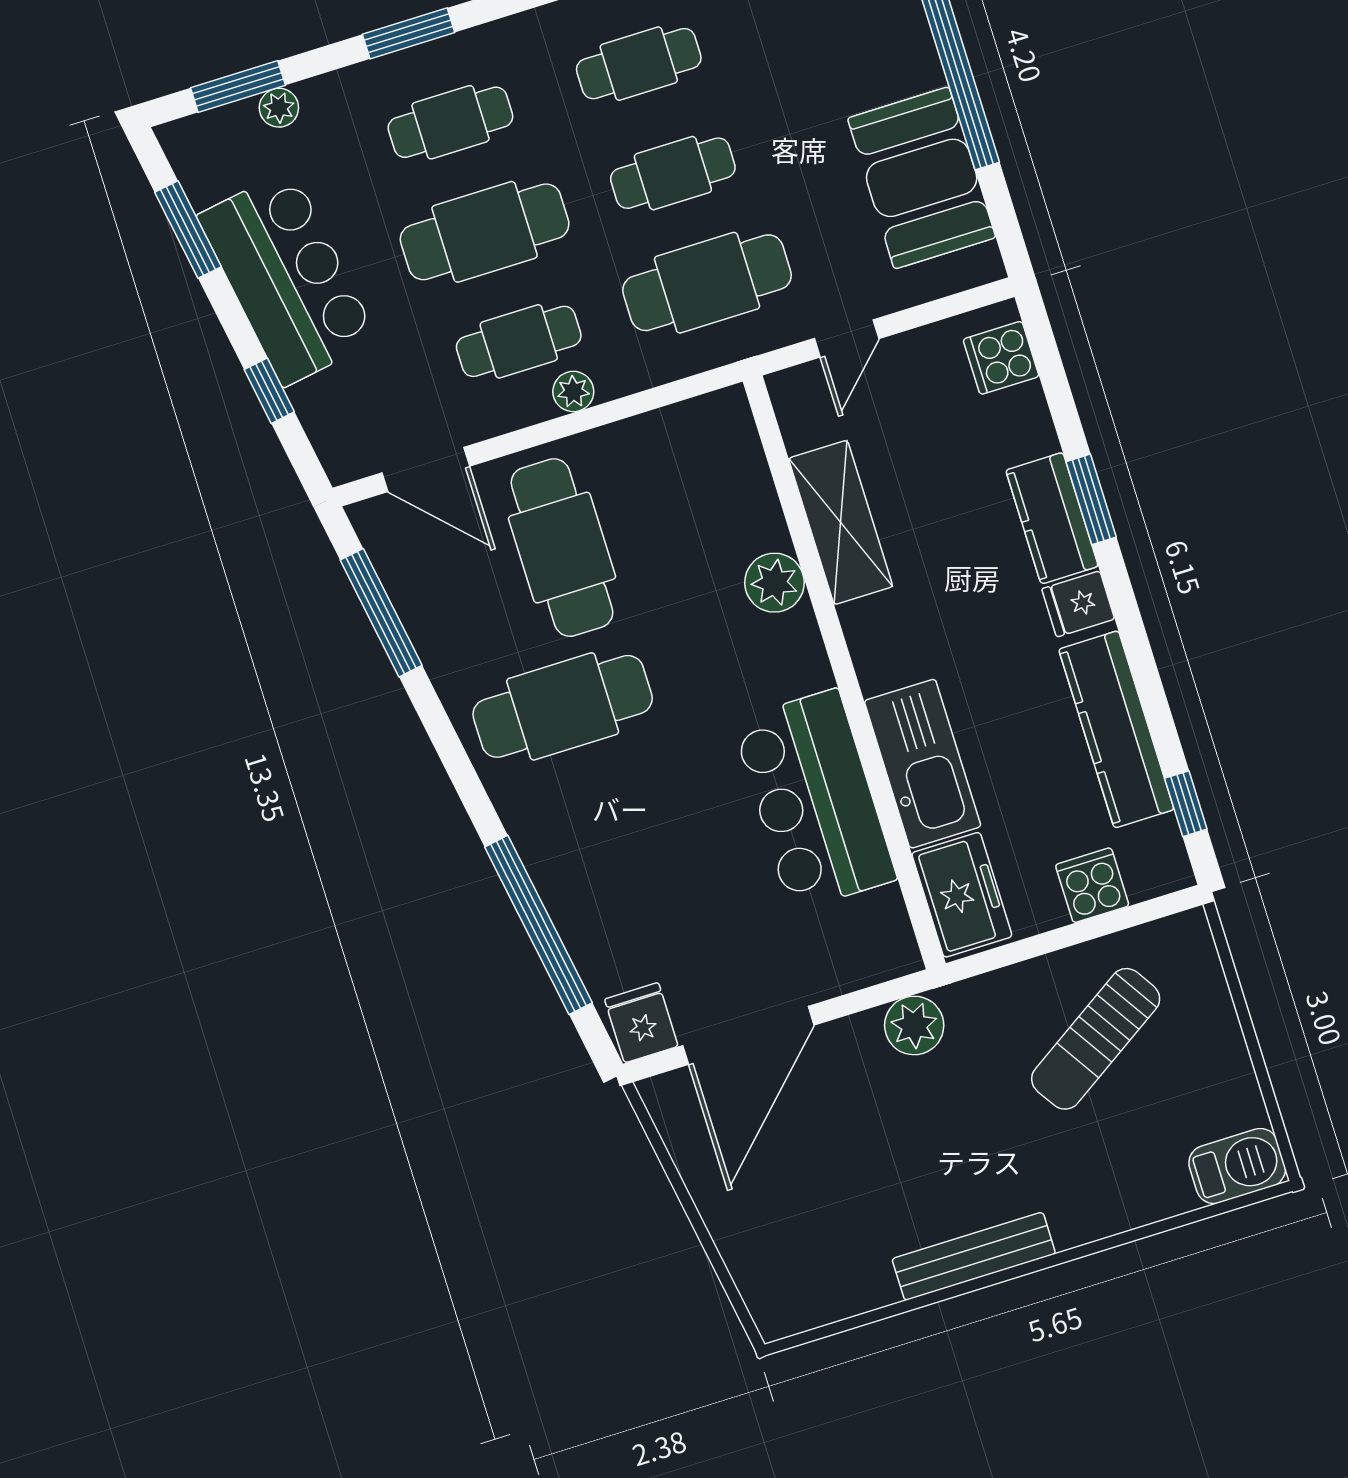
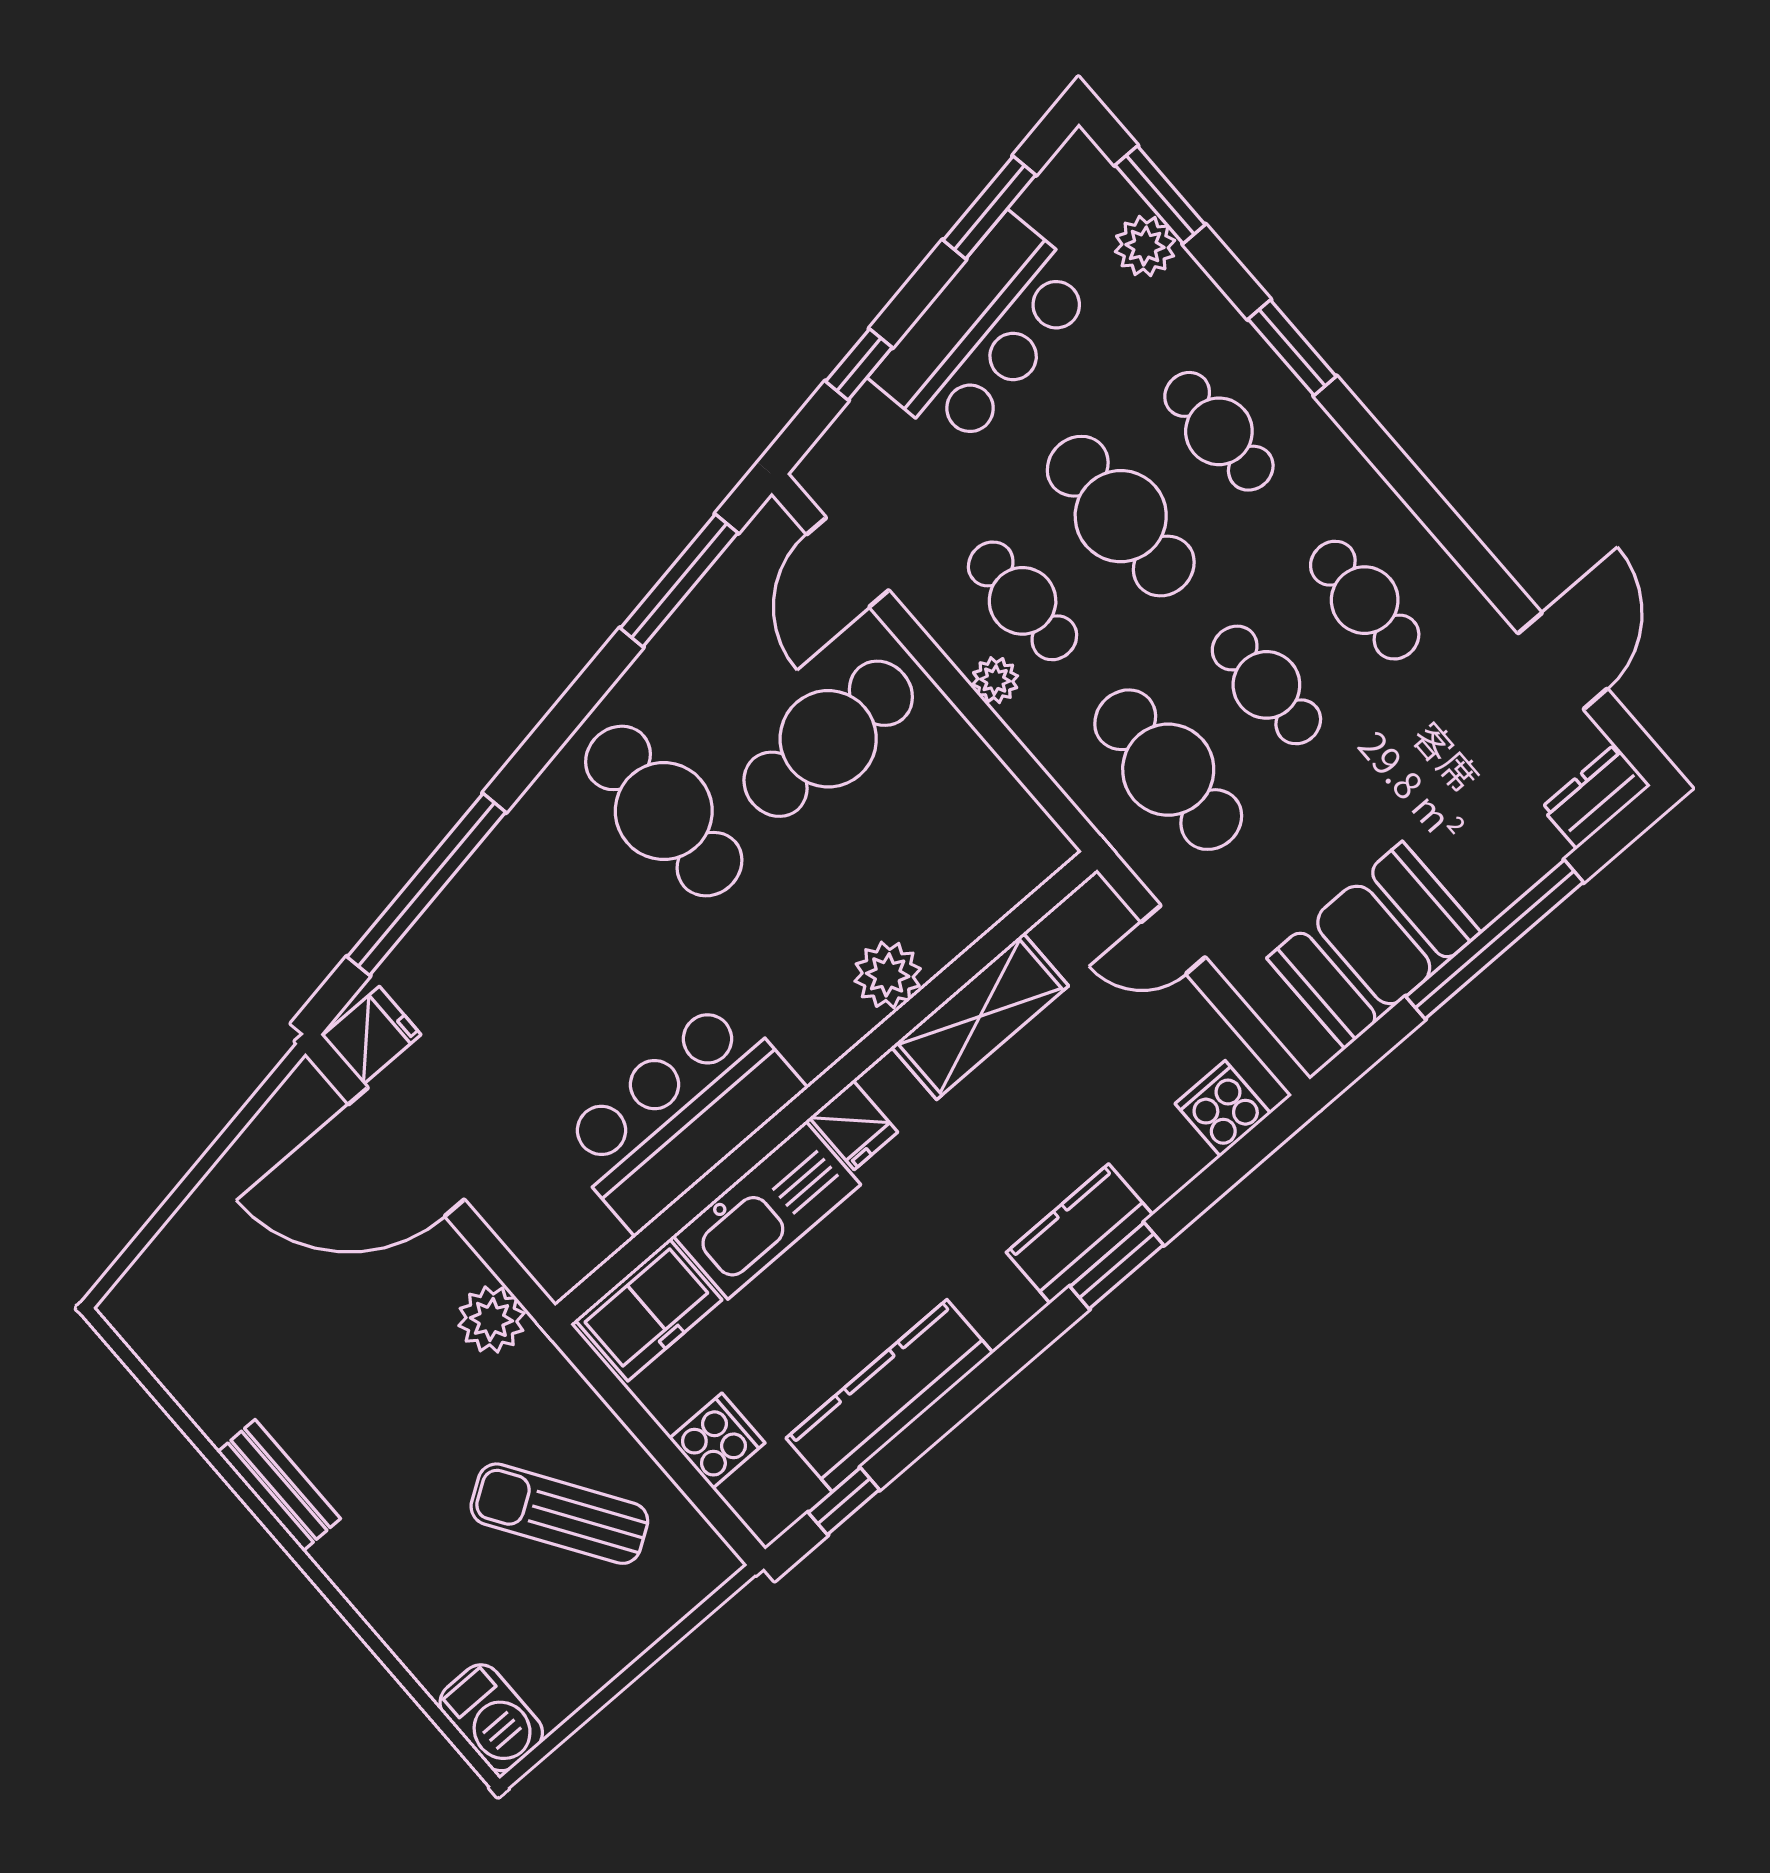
plant: (279, 108) -> (1145, 246), width x1.38, depth x1.38
fridge: (1078, 604) -> (854, 1125), moved, turned 180
bench: (974, 1256) -> (279, 1485), width x0.73

